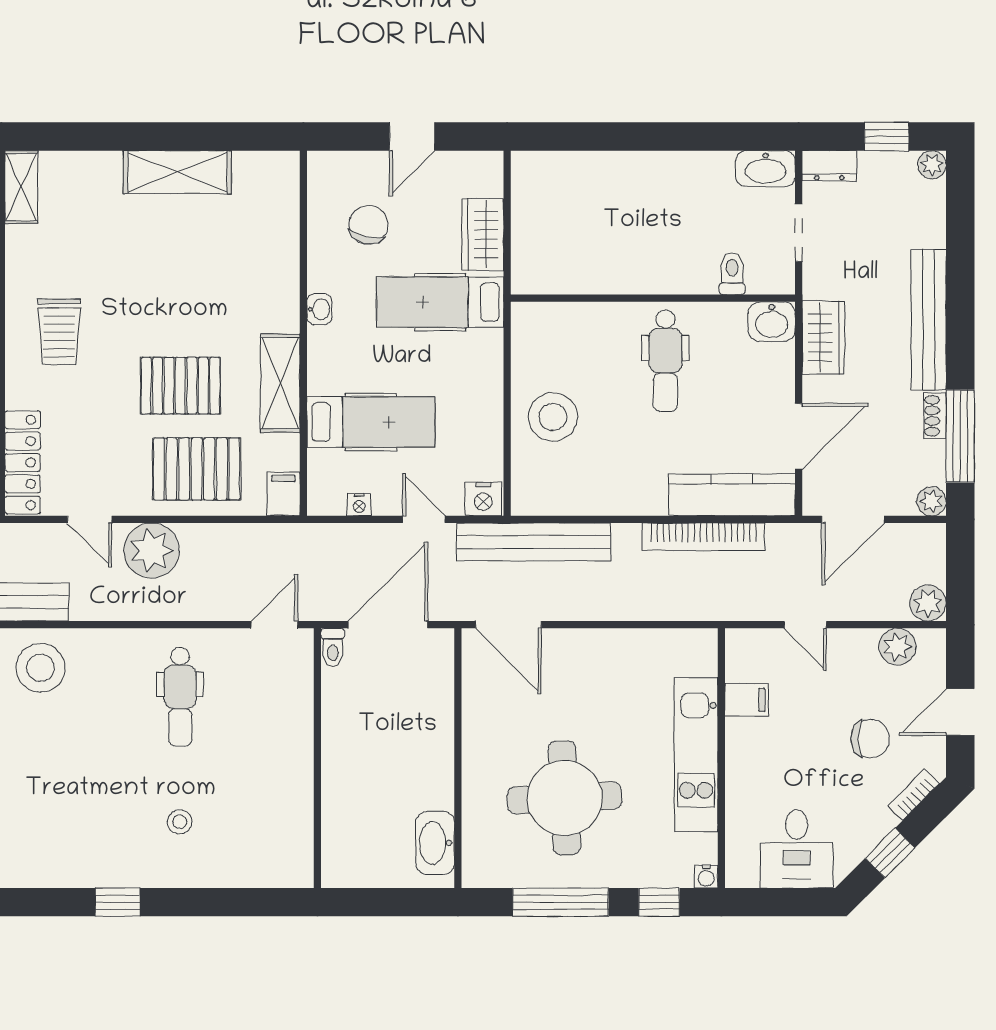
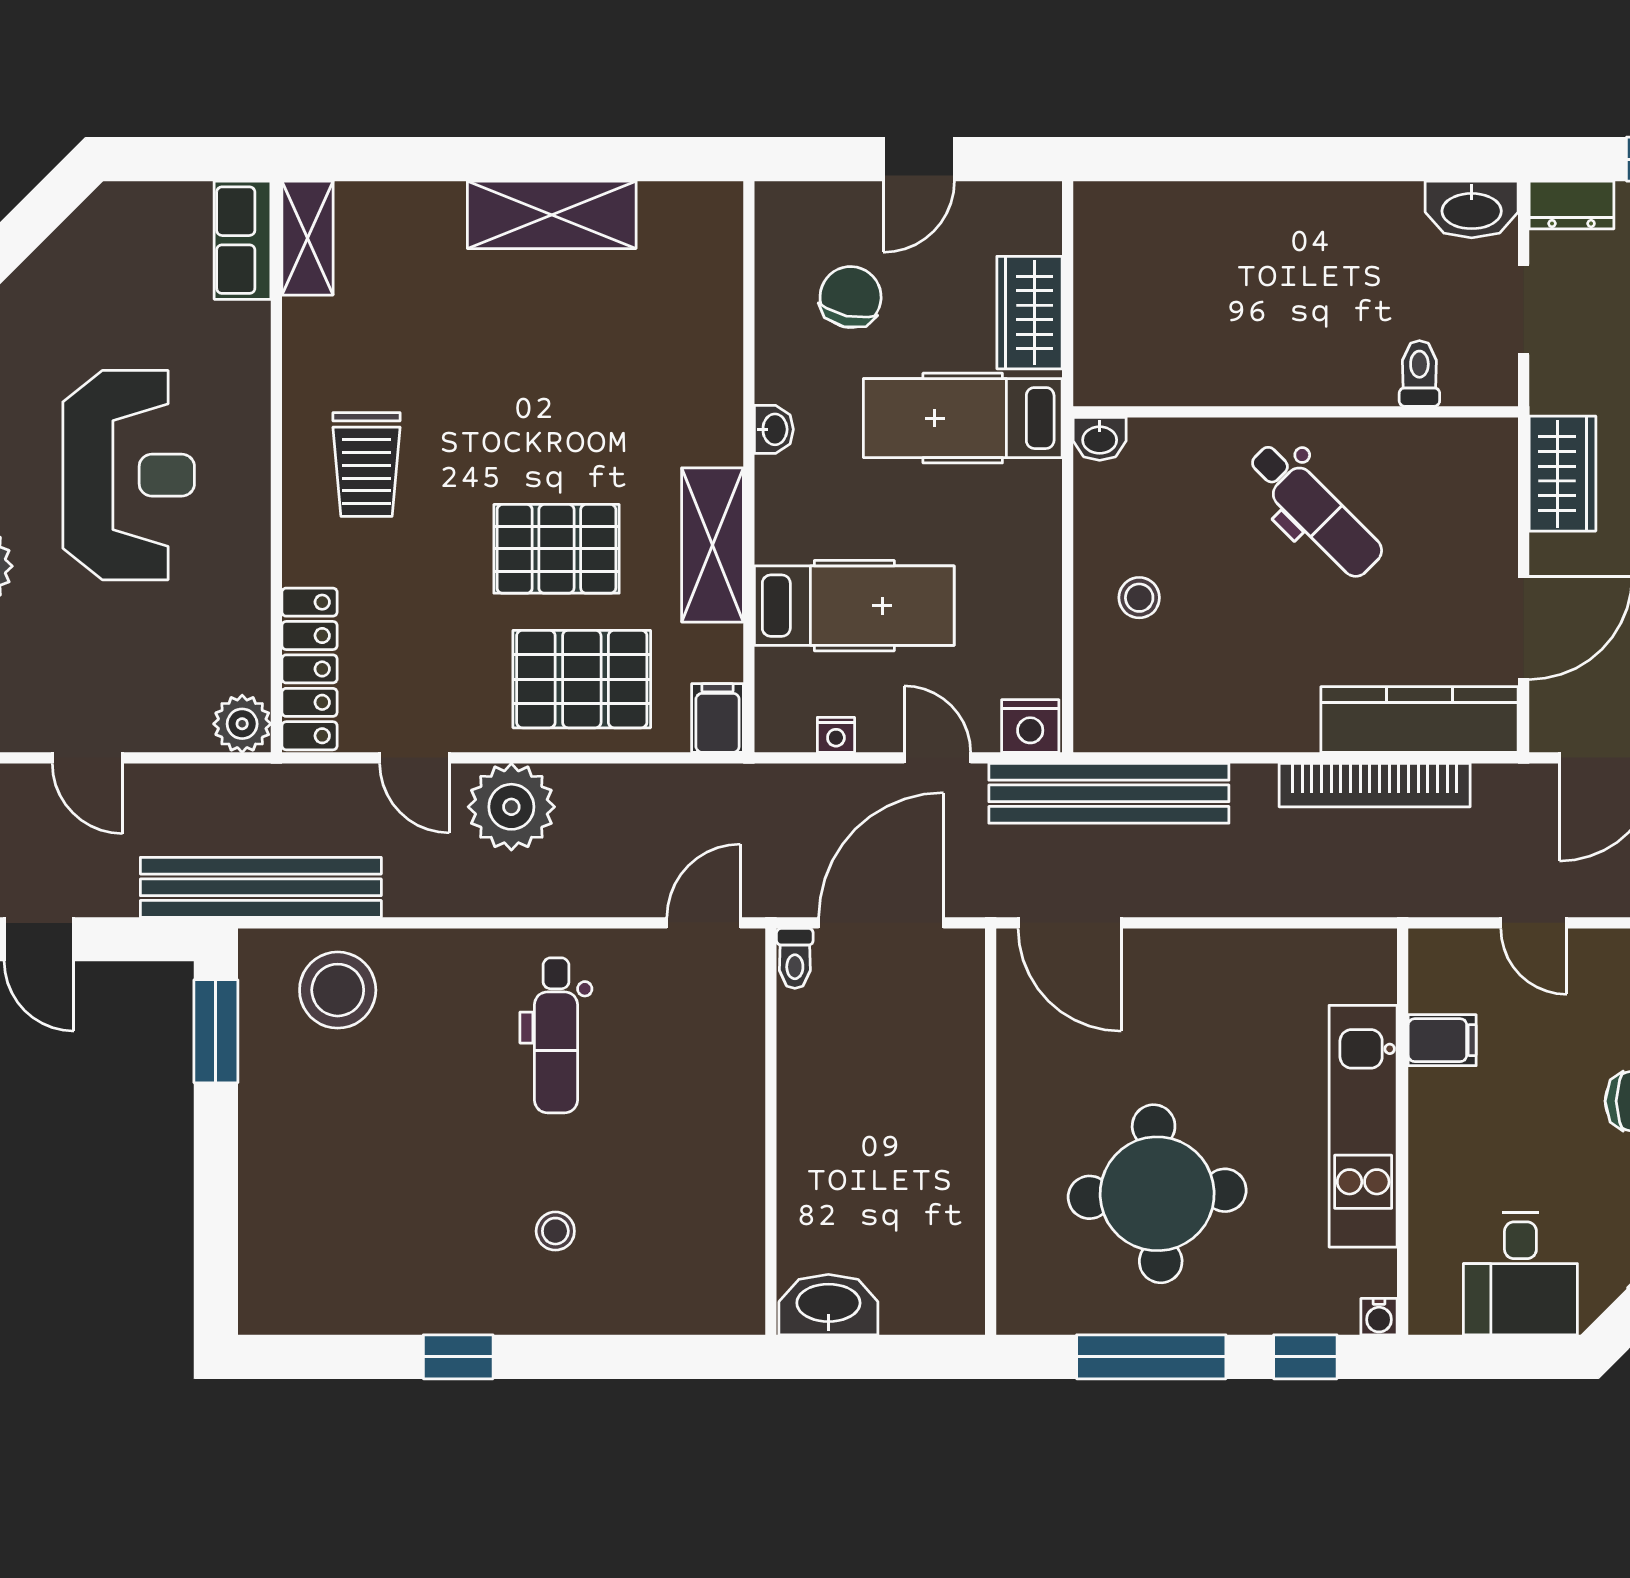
washbasin: (772, 321) -> (1100, 439), moved, width x0.72, depth x0.69
dental chair: (665, 361) -> (1315, 510), turned -45
stool: (553, 417) -> (1139, 598), width x0.53, depth x0.53
washbasin: (435, 843) -> (828, 1305), moved, turned 90

